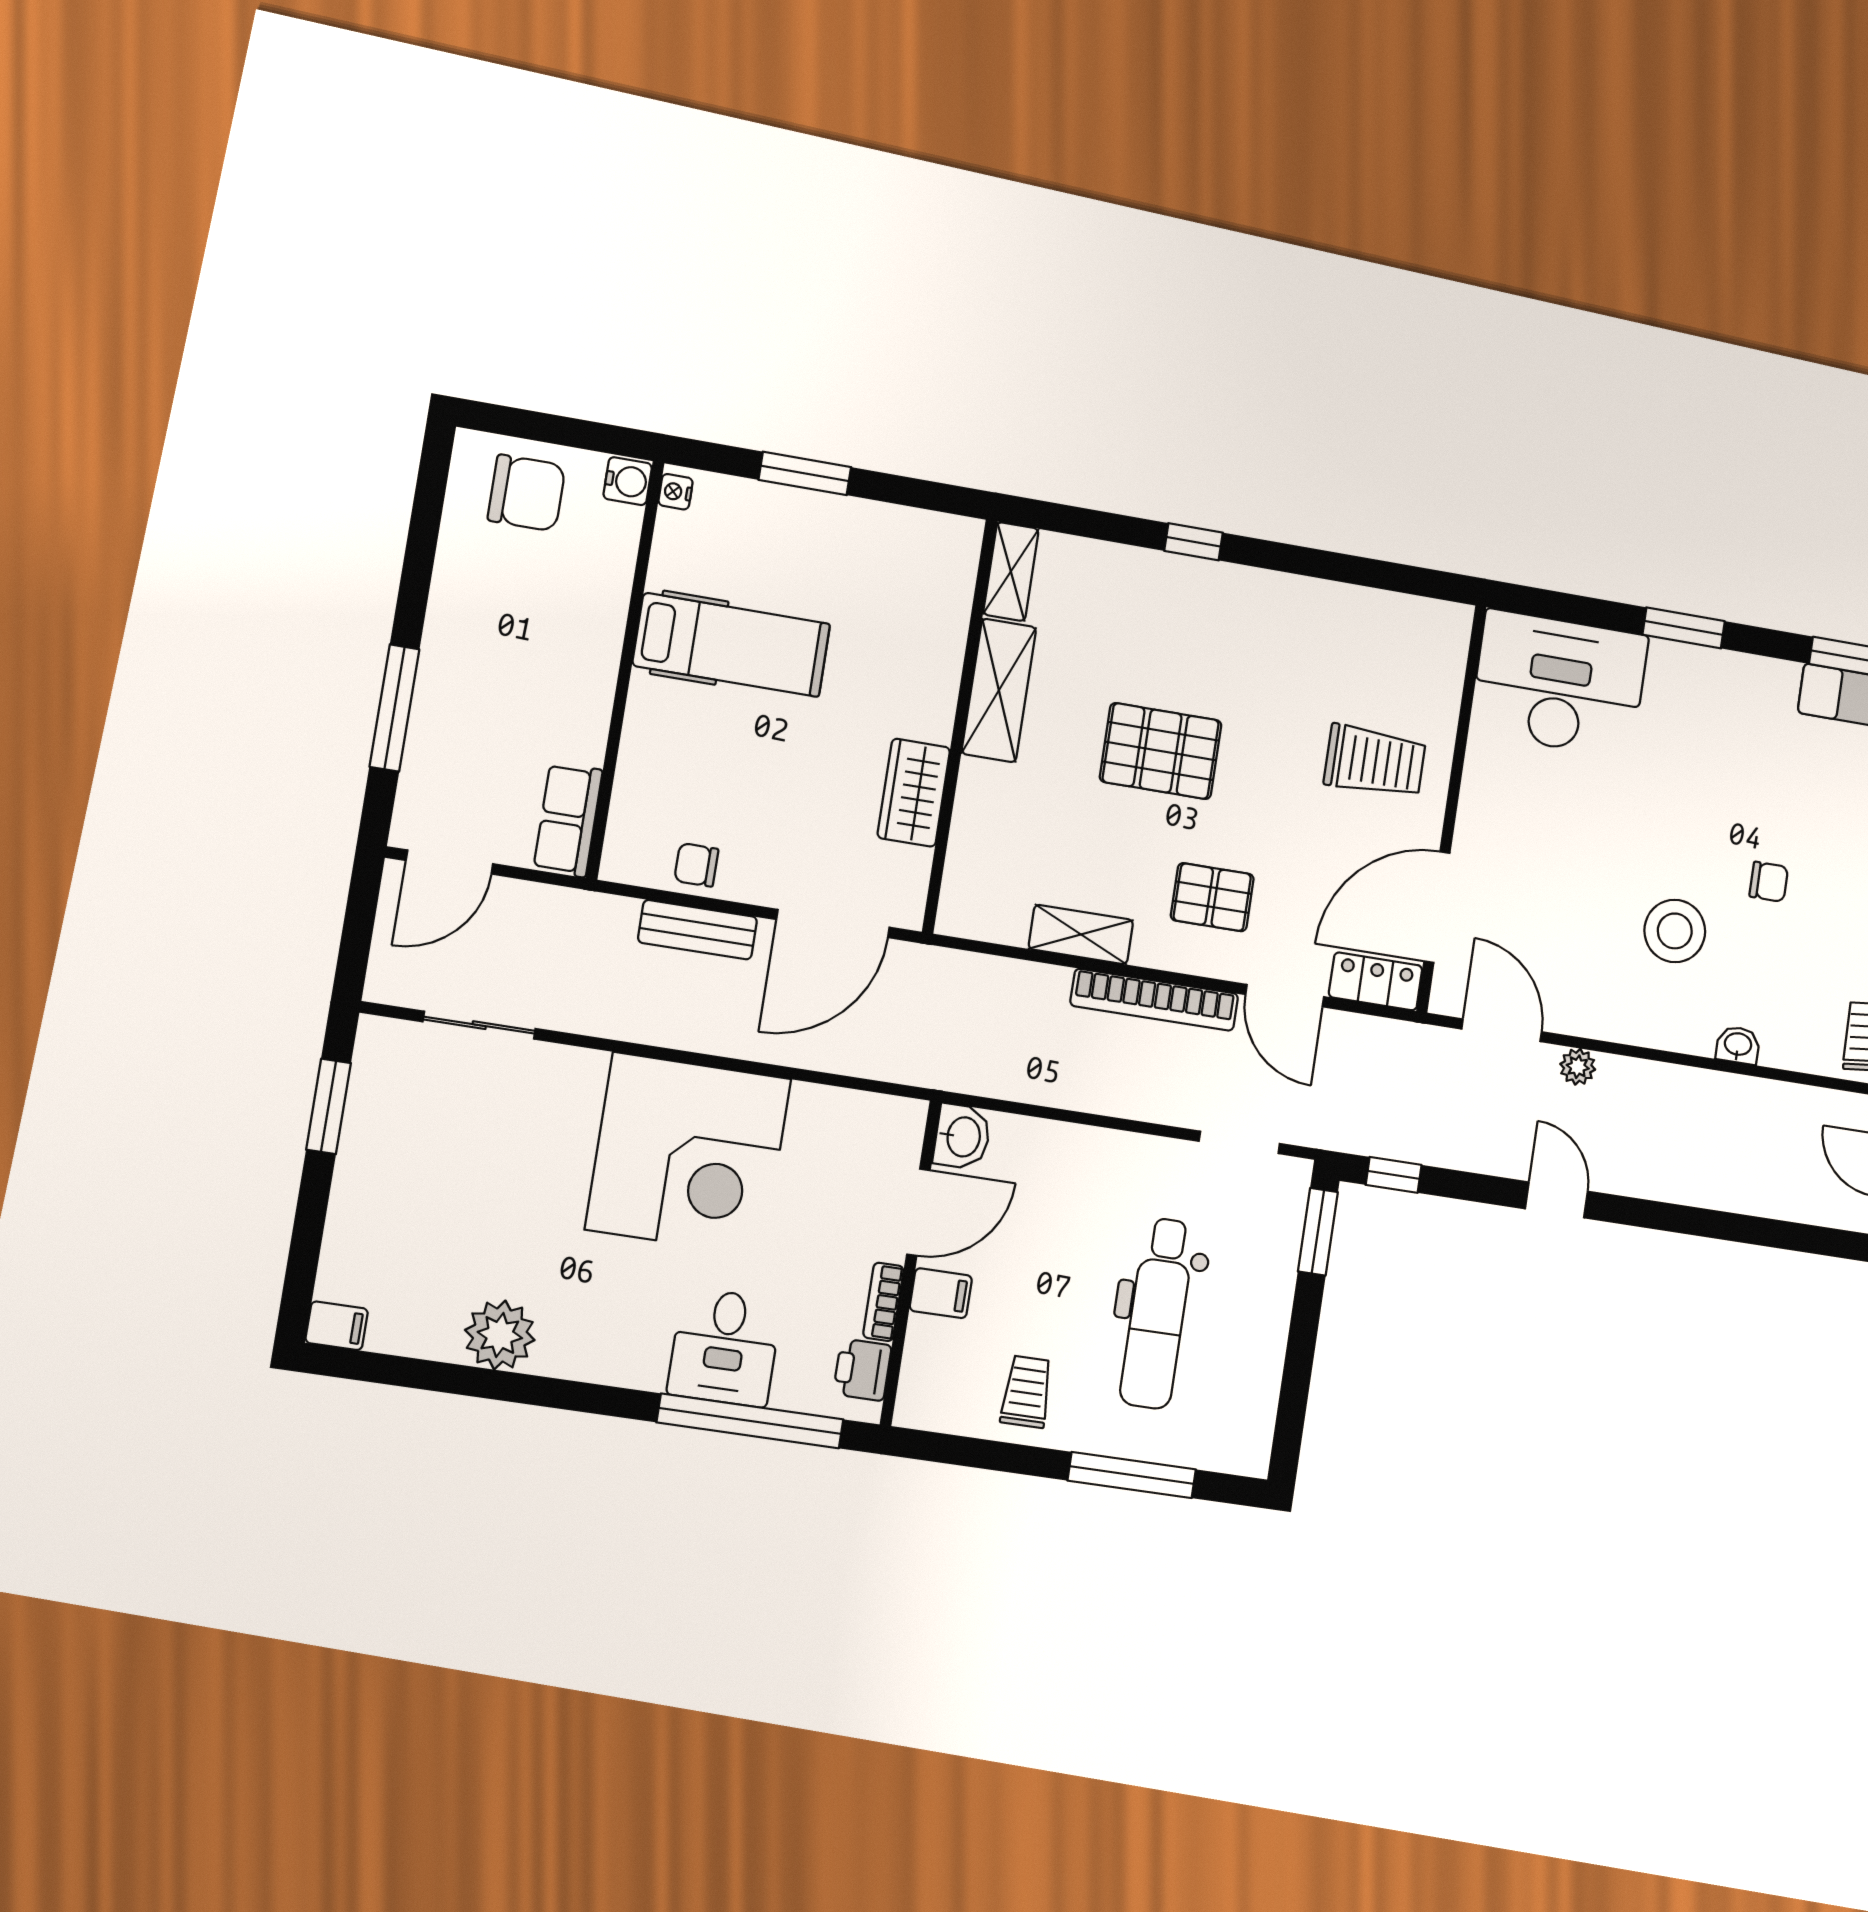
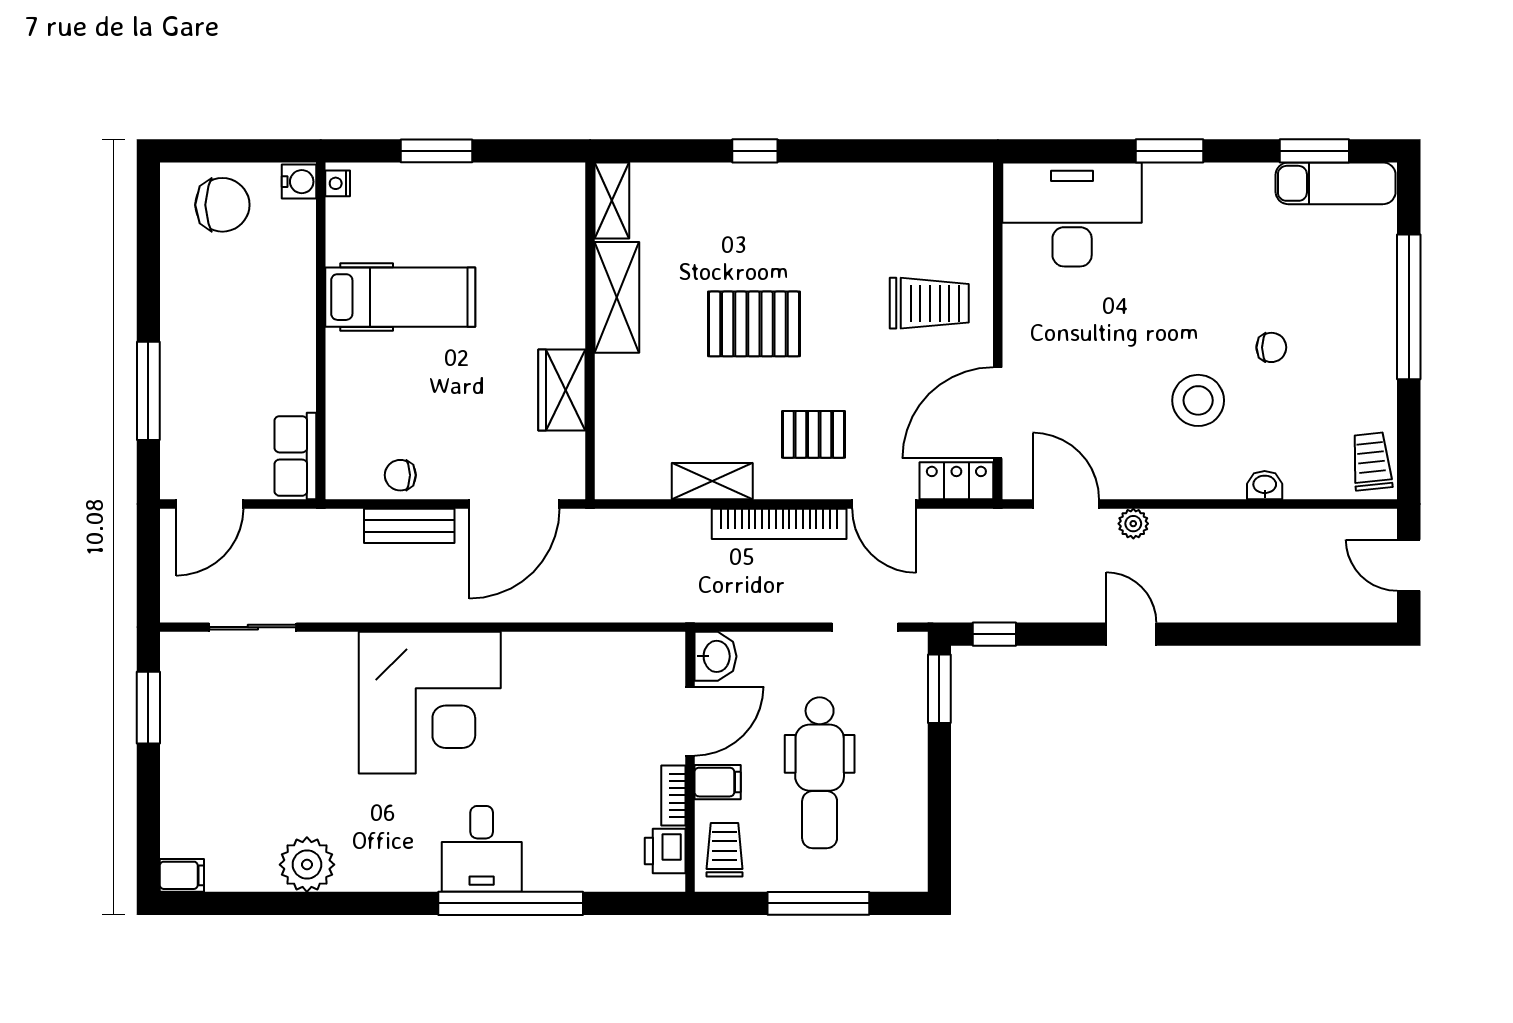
washbasin: (962, 1137) -> (715, 656), moved
door: (918, 1212) -> (690, 721), moved
wall: (911, 1263) -> (690, 762), moved
filing cabinet: (941, 1293) -> (718, 782), moved
bookcase: (883, 1302) -> (673, 795), moved
printer: (862, 1370) -> (665, 851), moved

